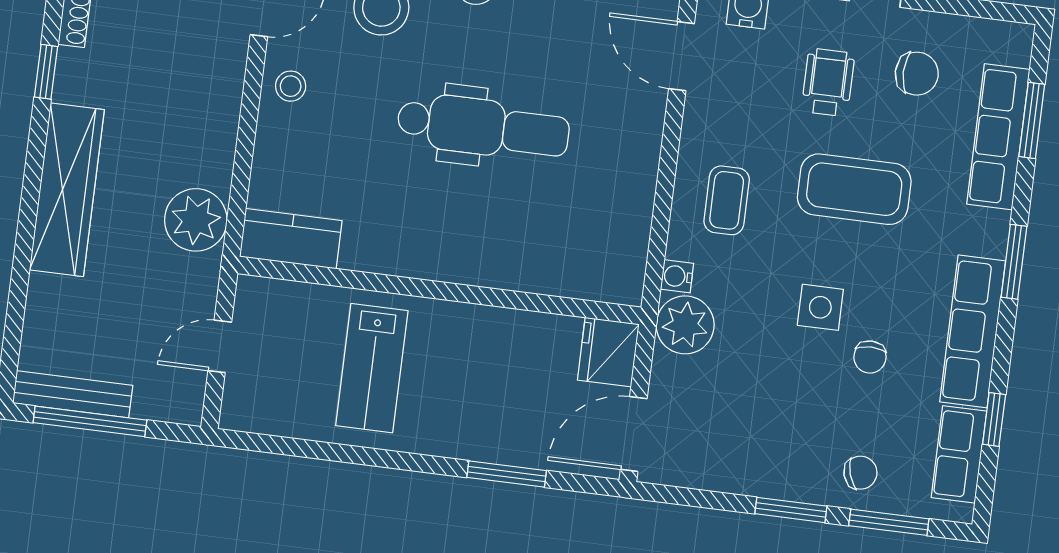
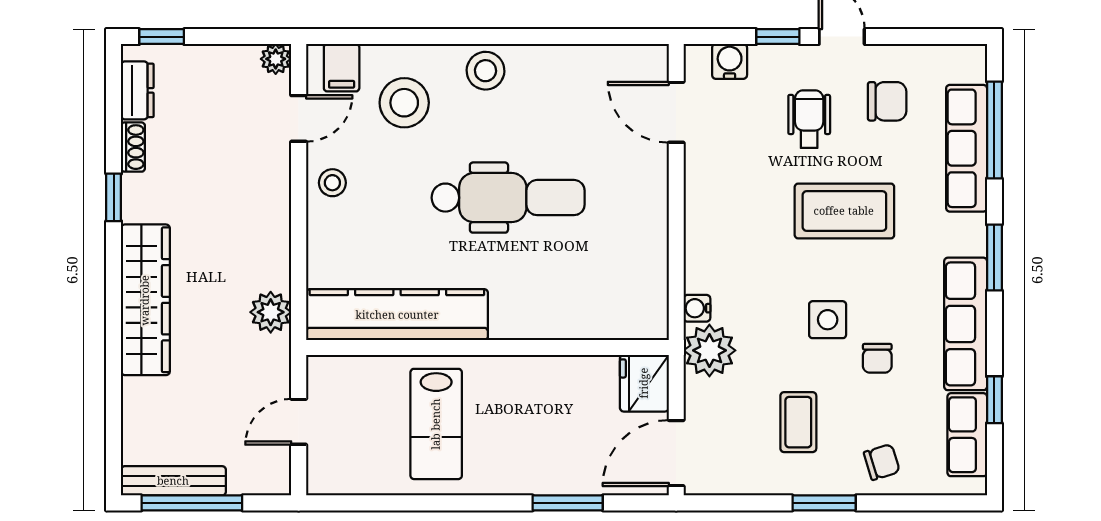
window: (1032, 120) -> (994, 130), width x1.44
coffee table: (727, 200) -> (798, 422), moved
plant: (196, 220) -> (271, 312), width x0.73, depth x0.73
kitchen counter: (291, 239) -> (397, 315), width x2.08, depth x1.17
window: (889, 522) -> (913, 503), removed

